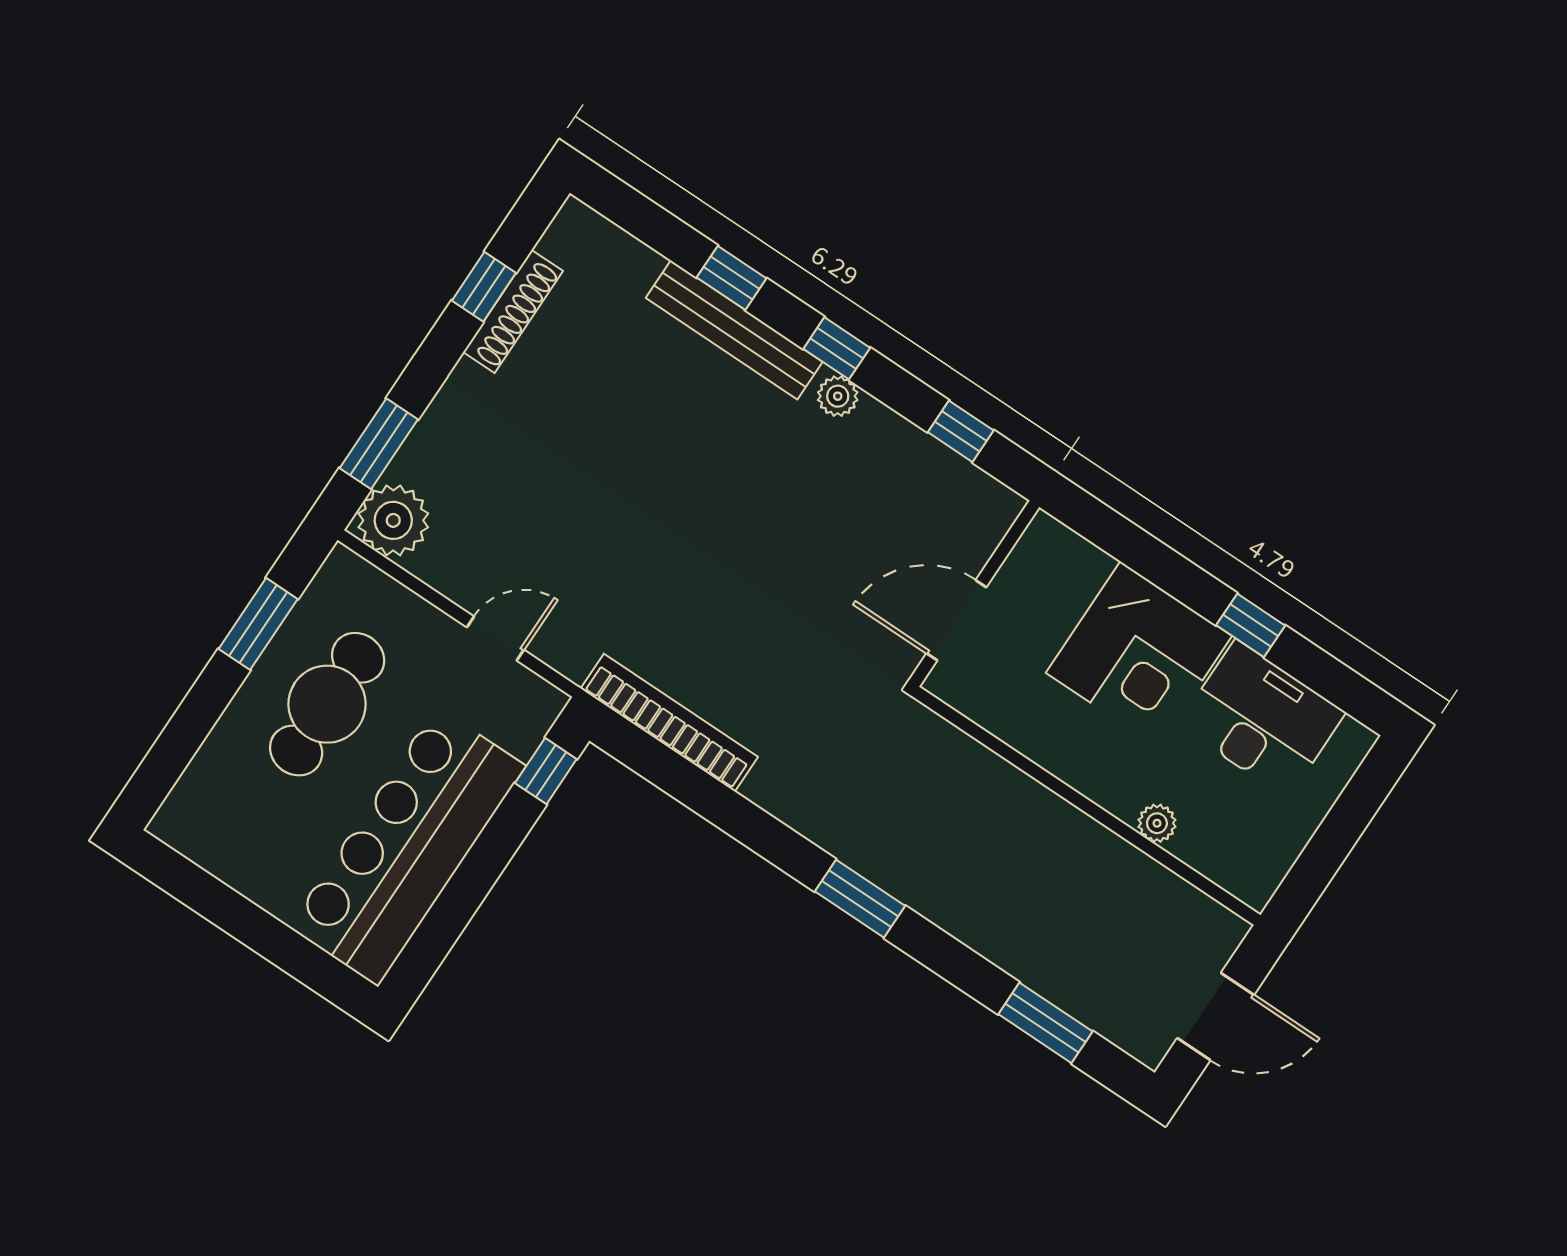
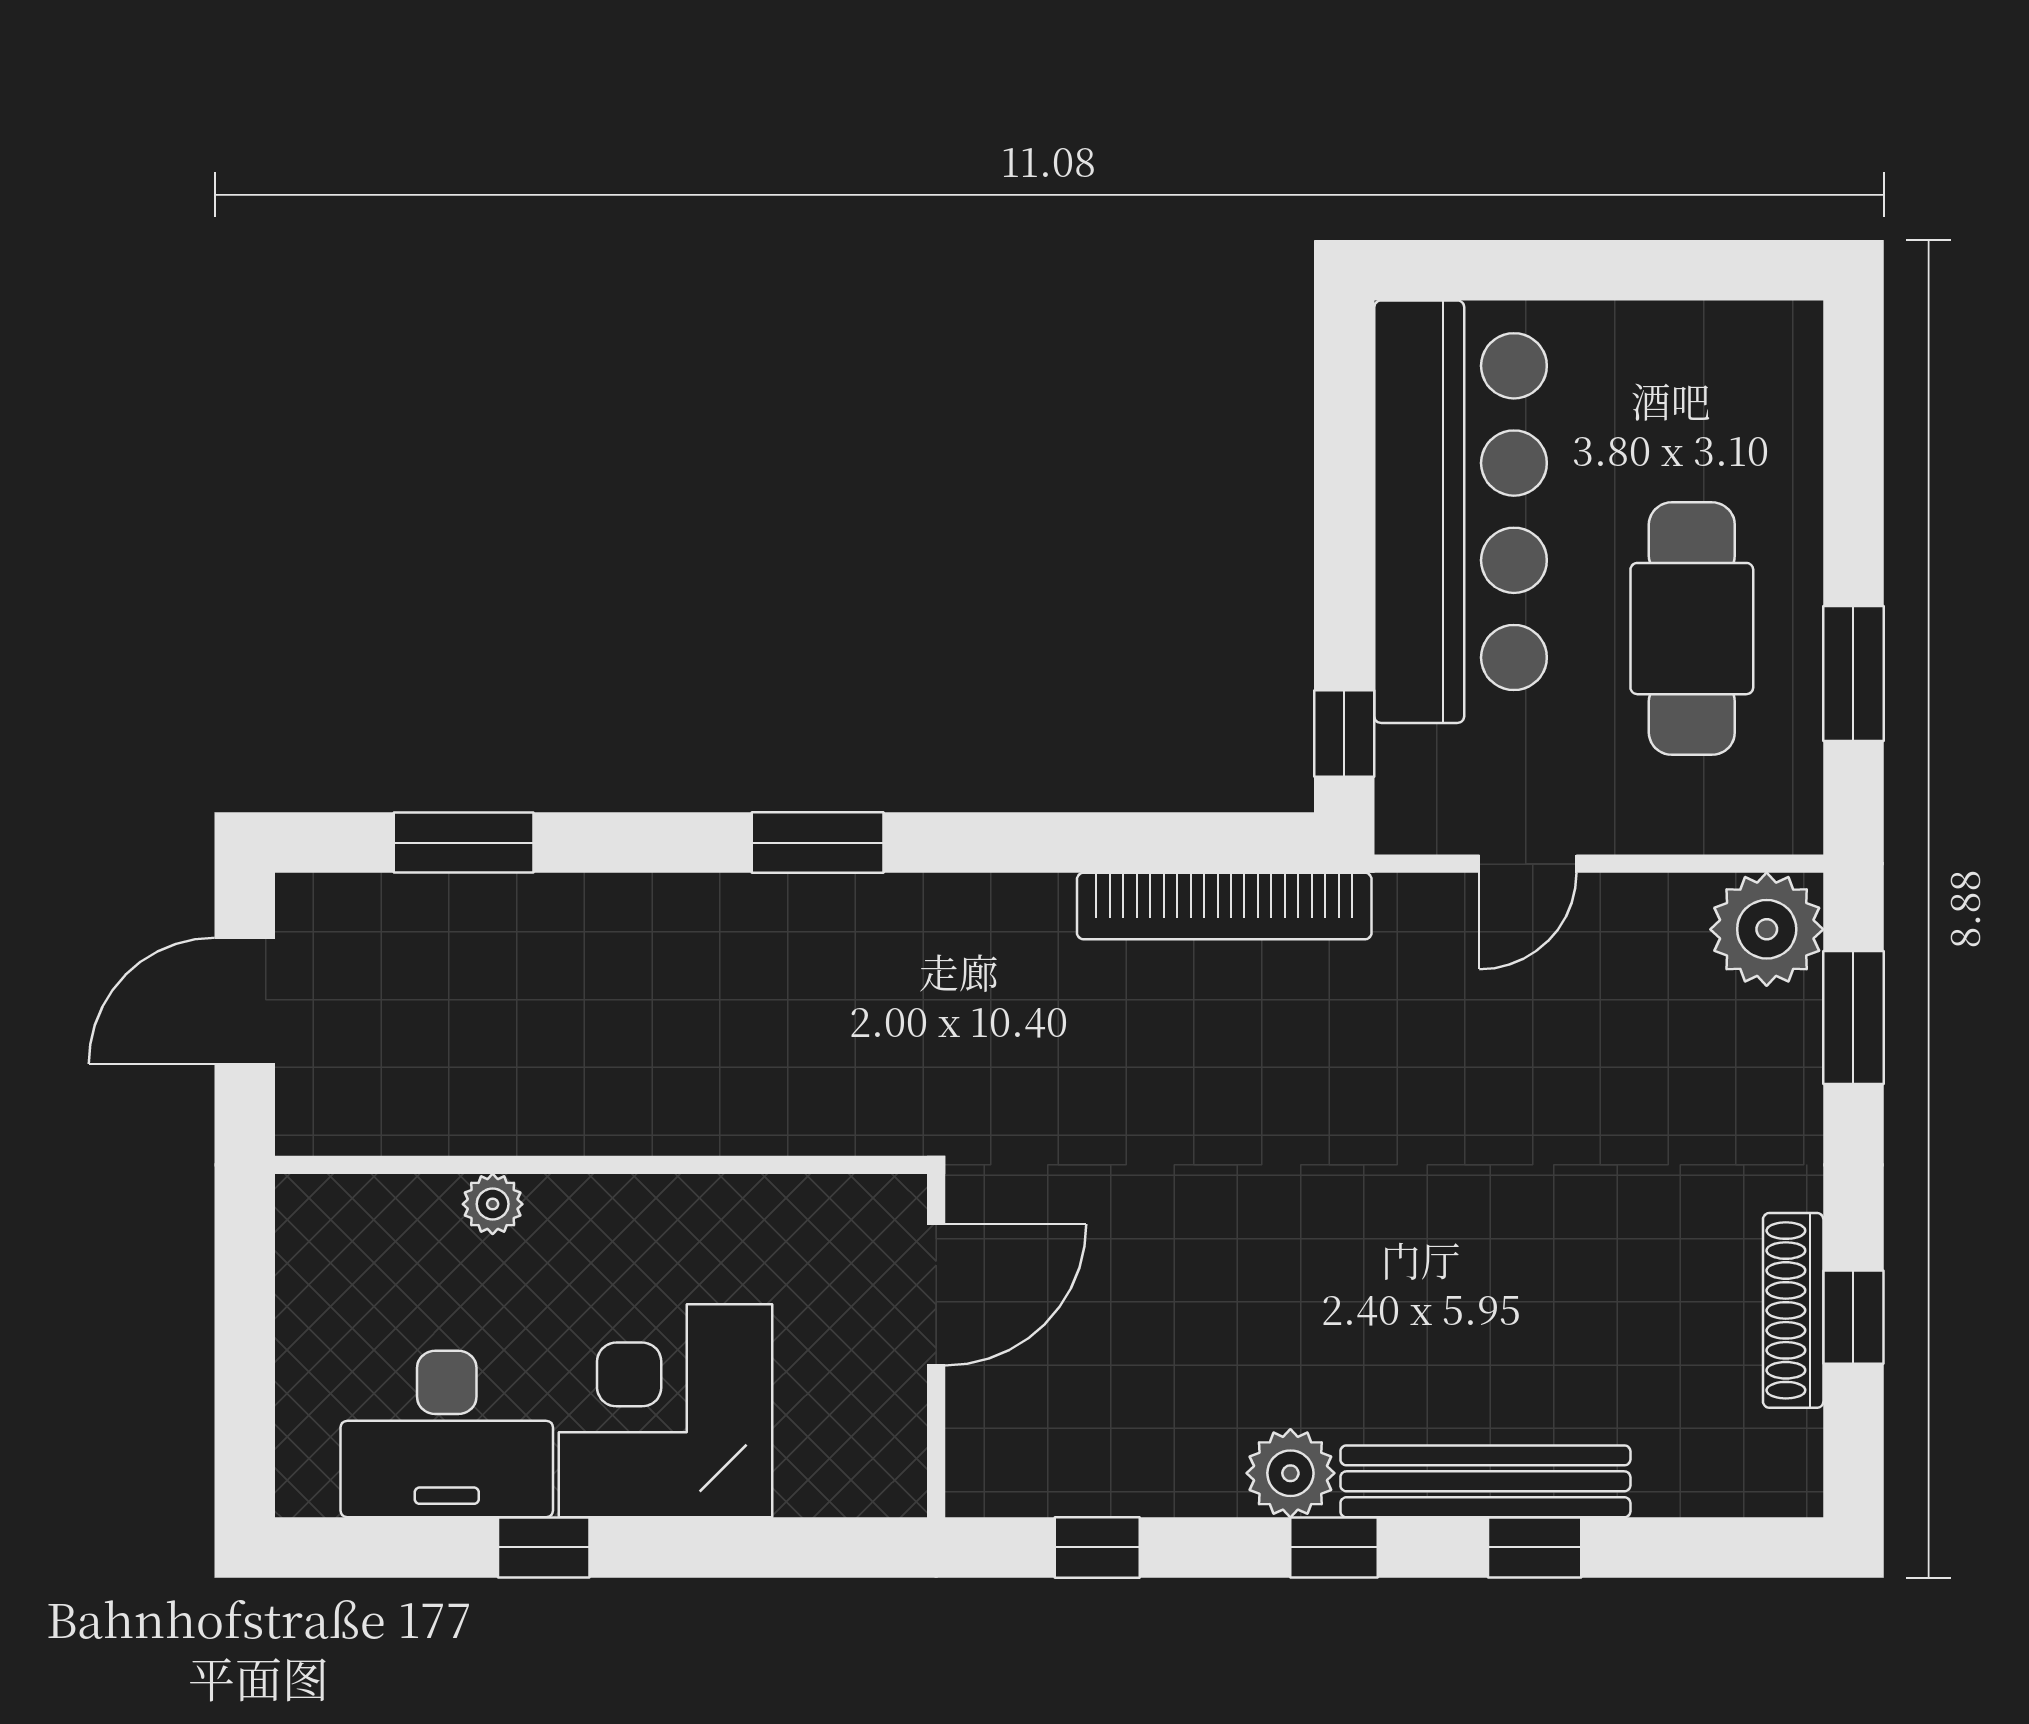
plant: (838, 396) -> (1290, 1473), width x1.38, depth x1.38

